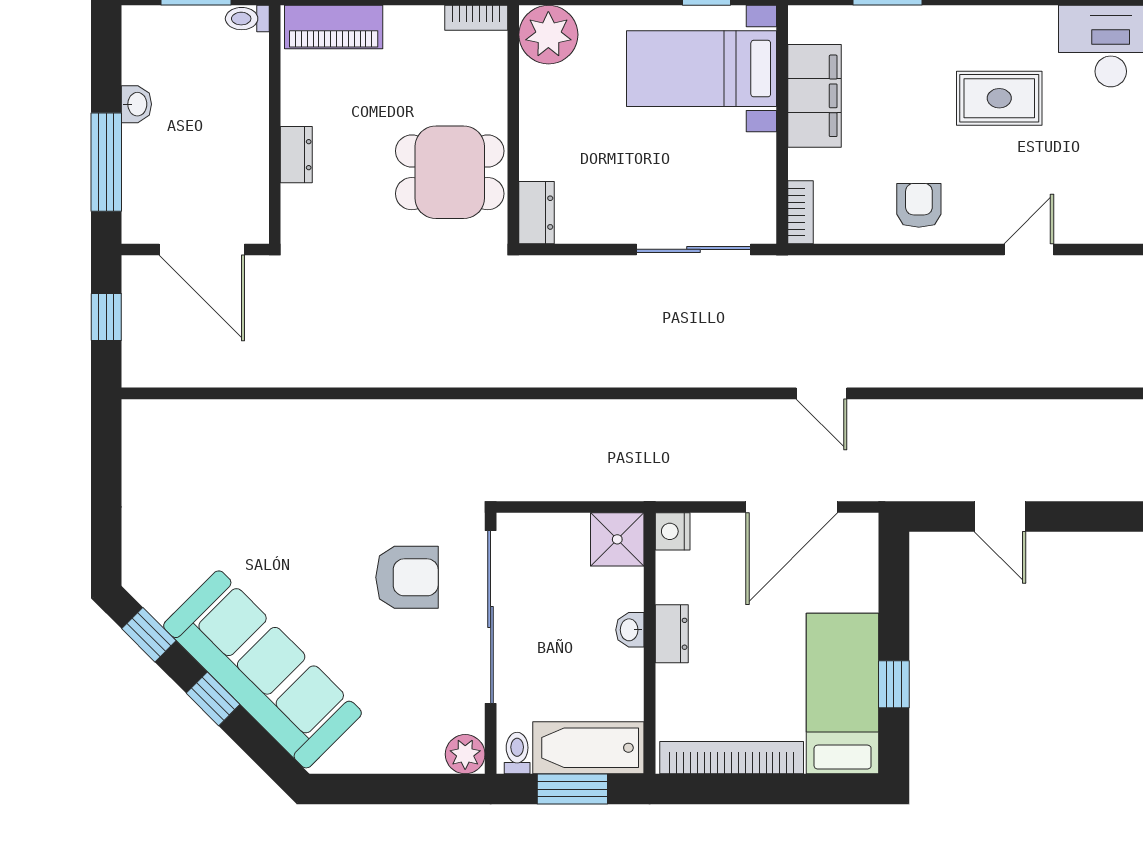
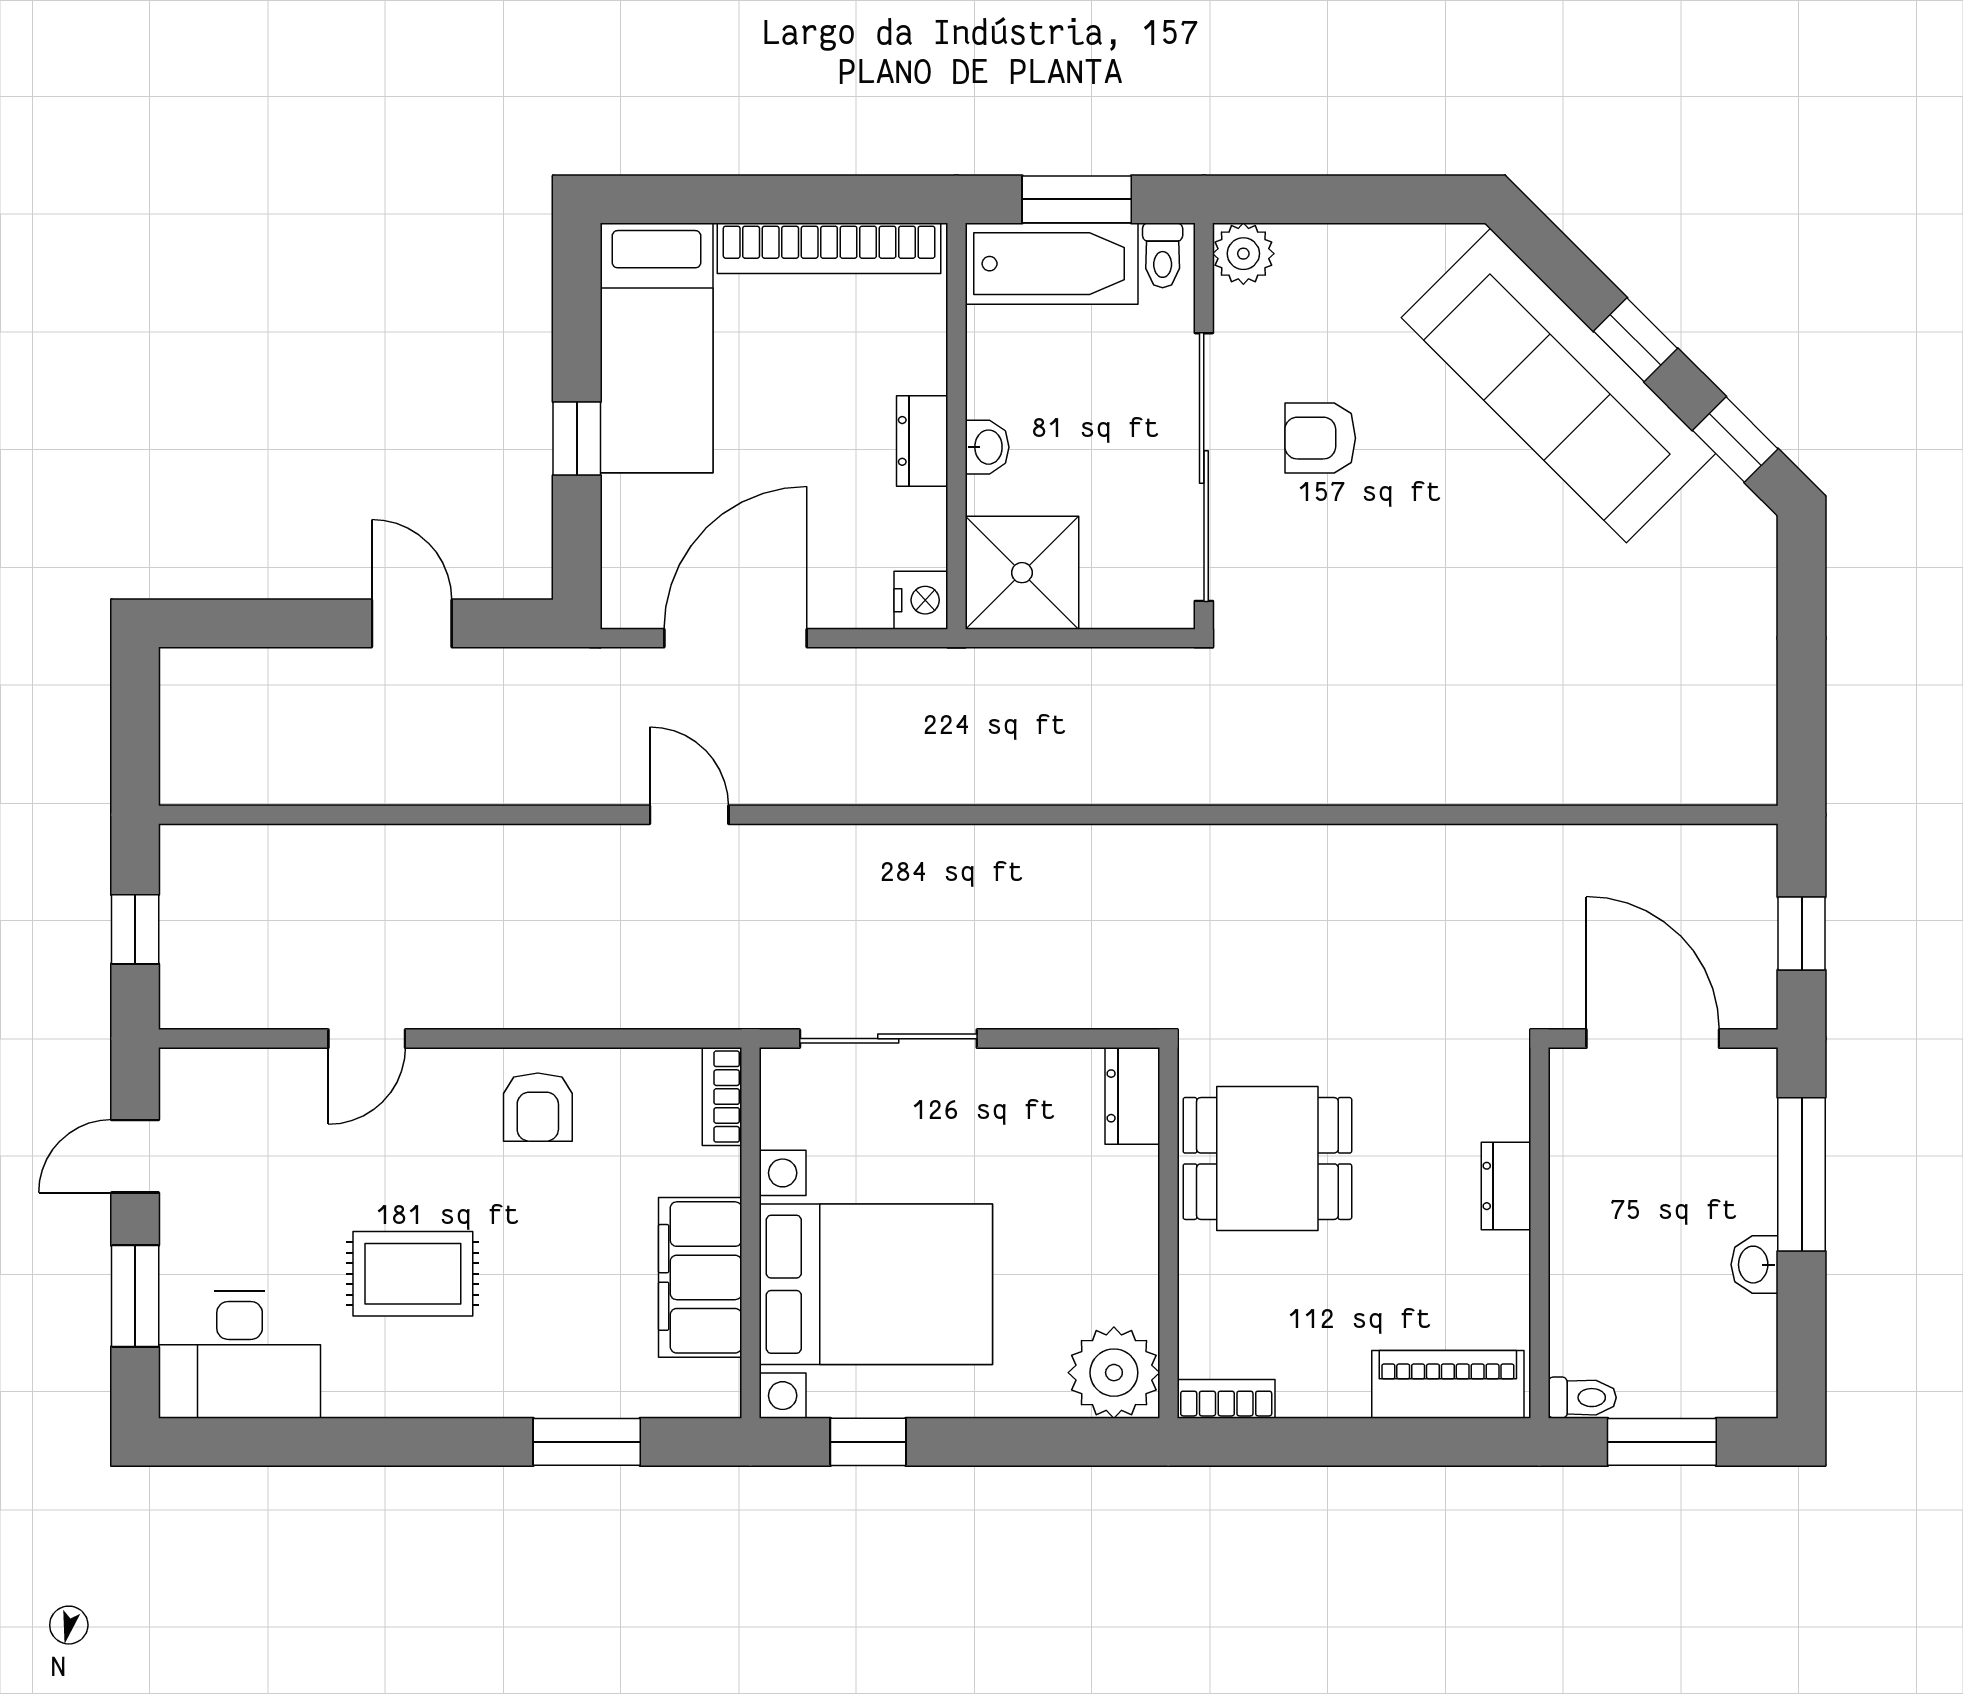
bed with nightstands: (701, 69) -> (876, 1284), width x1.36
shower: (617, 539) -> (1022, 573), width x1.36, depth x1.36
armchair: (407, 577) -> (1320, 438), moved, width x0.72, depth x0.72
window: (894, 684) -> (577, 439), moved

